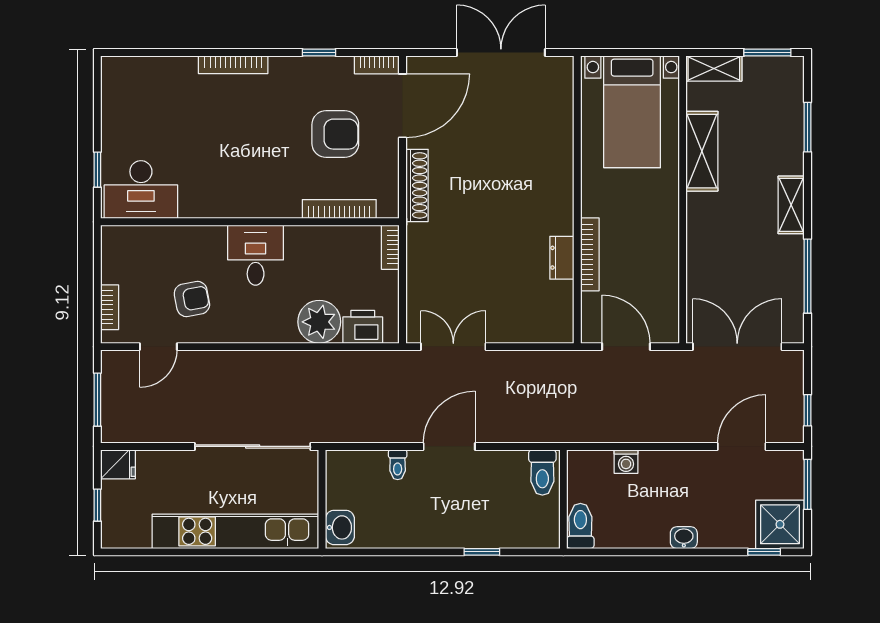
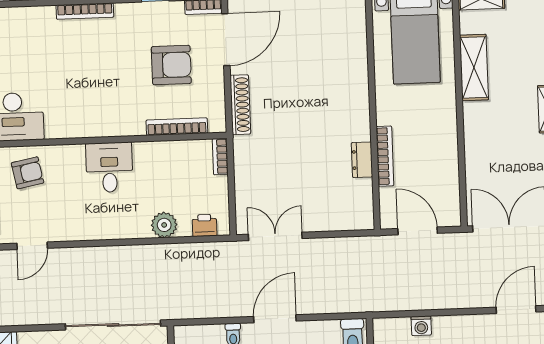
armchair: (192, 299) -> (28, 173), moved
plant: (319, 322) -> (164, 225), width x0.73, depth x0.73
printer: (363, 327) -> (204, 225), width x0.73, depth x0.81

